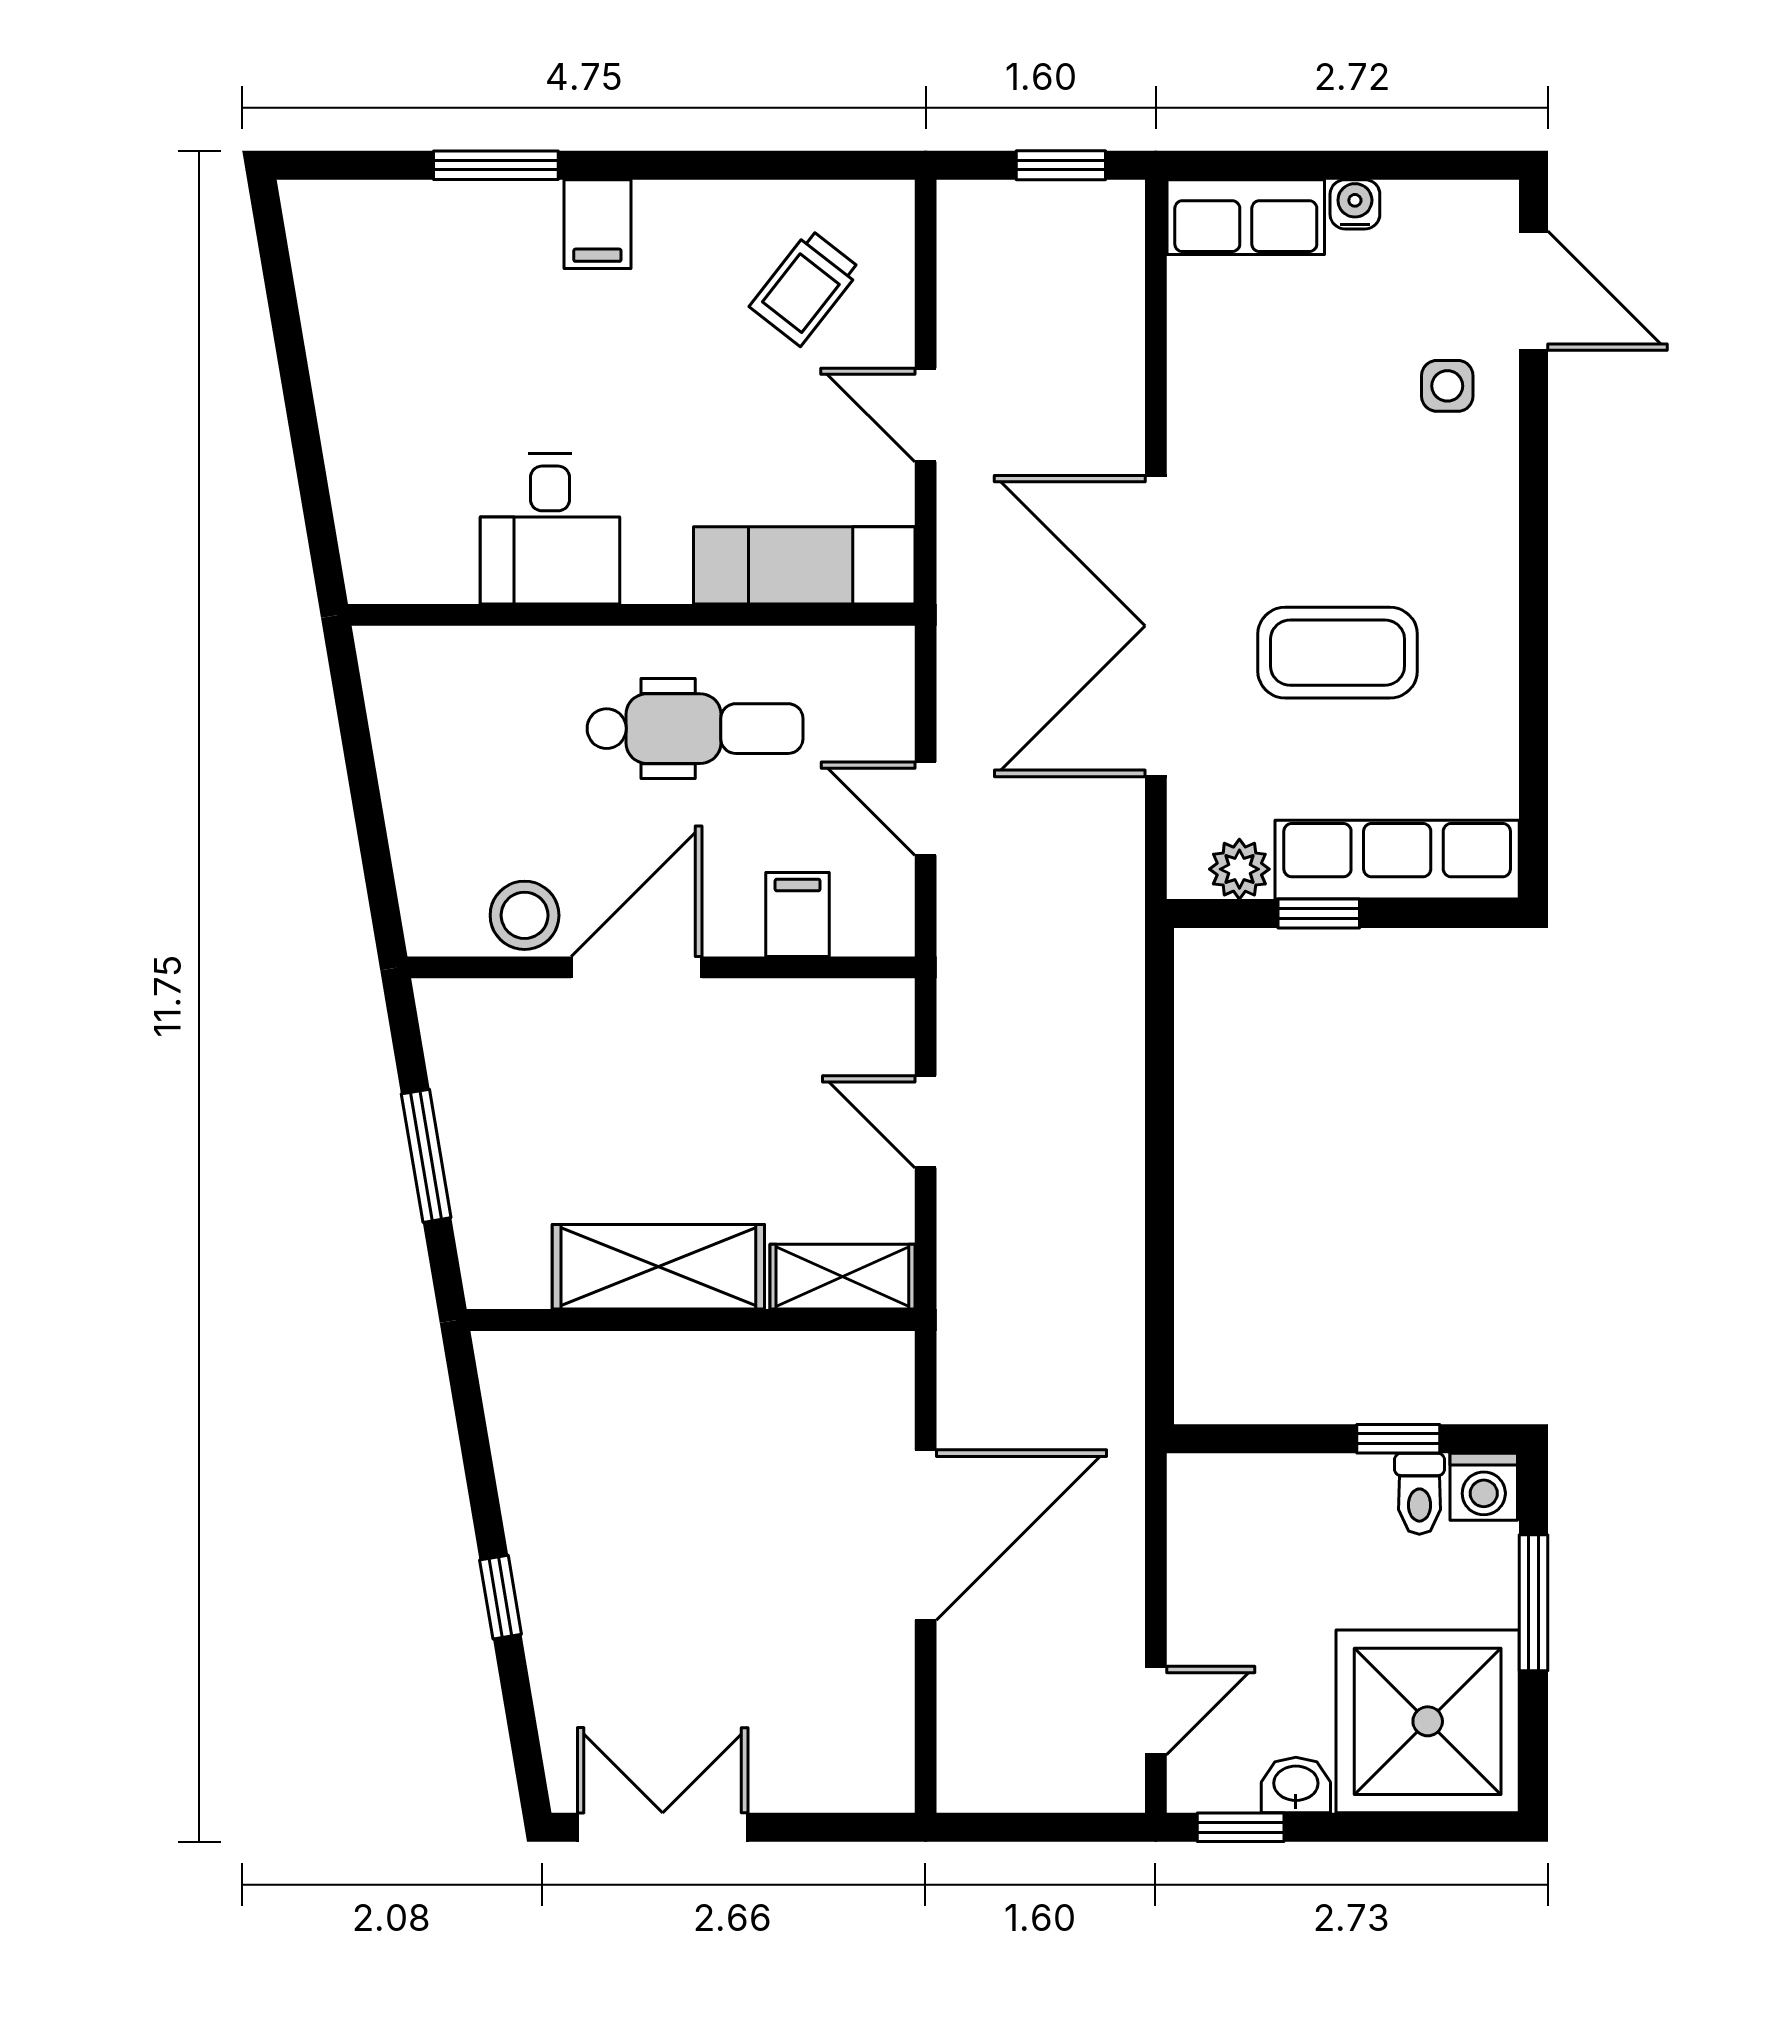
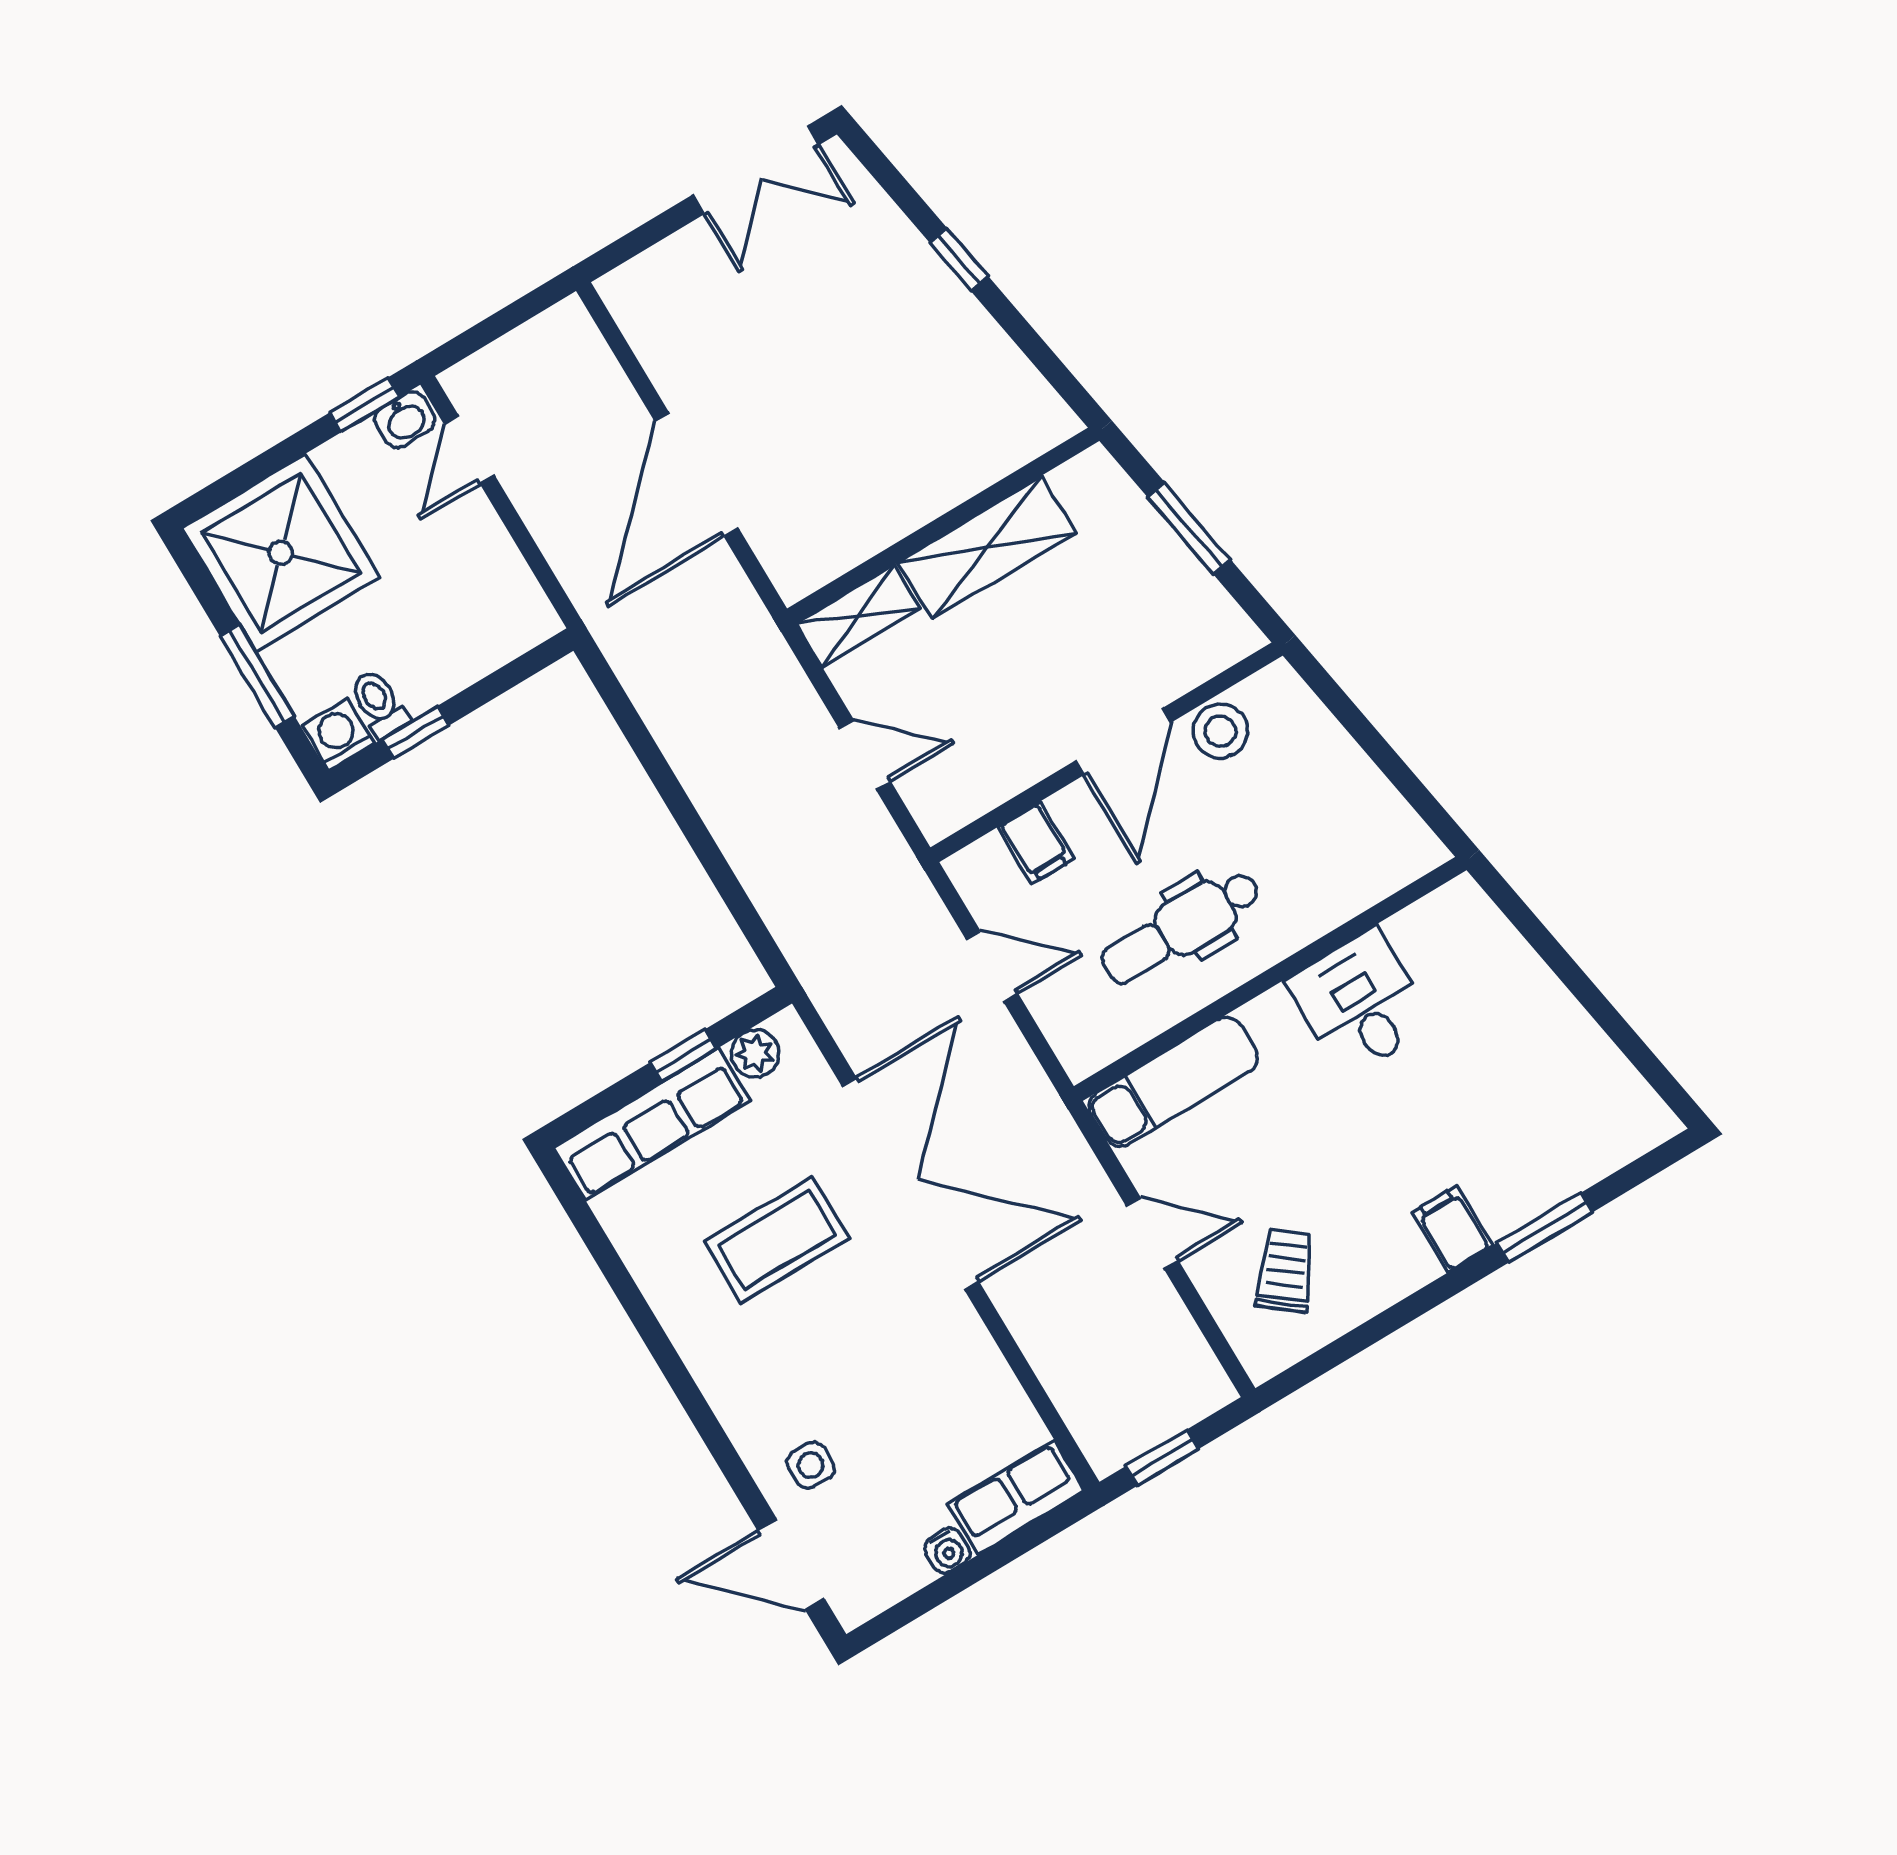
washbasin: (1296, 1785) -> (405, 420), moved

